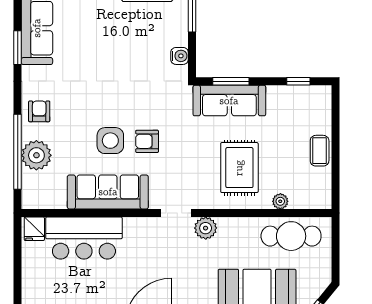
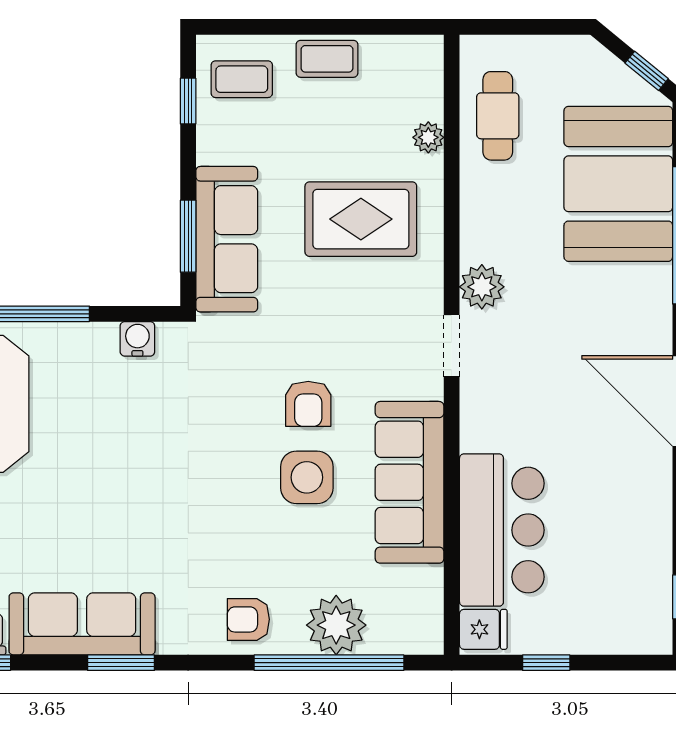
coffee table: (309, 108) -> (242, 79), added
cafe table: (291, 236) -> (498, 116), width x0.73, depth x0.74
window: (18, 260) -> (546, 663), added

